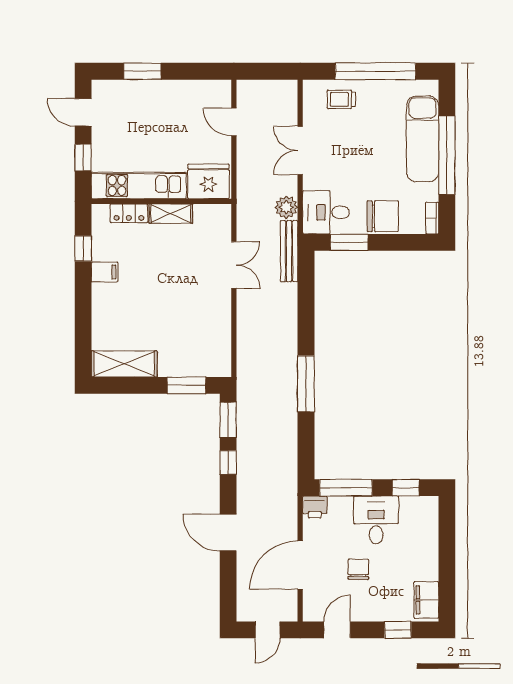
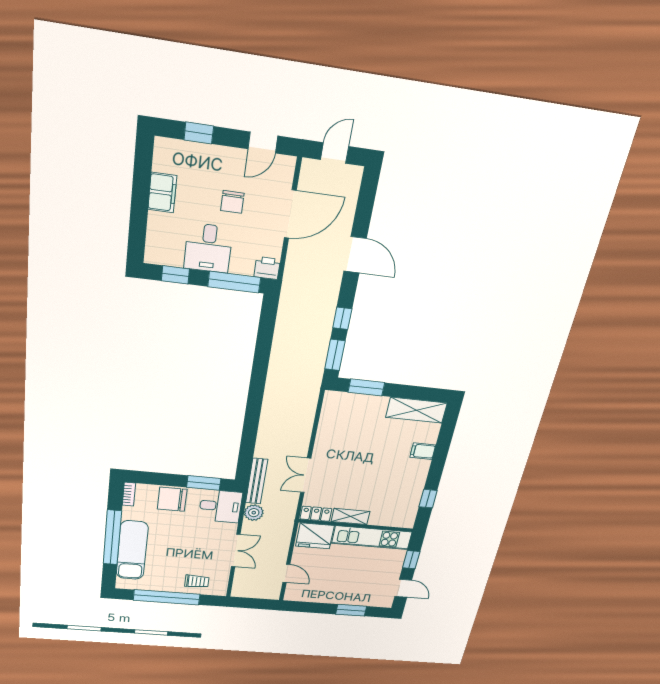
locker: (129, 213) -> (316, 514), moved
filing cabinet: (105, 272) -> (423, 451), moved
window: (306, 384) -> (258, 377), removed
filing cabinet: (426, 600) -> (162, 193), moved

